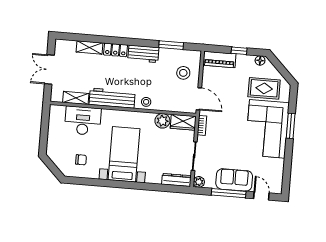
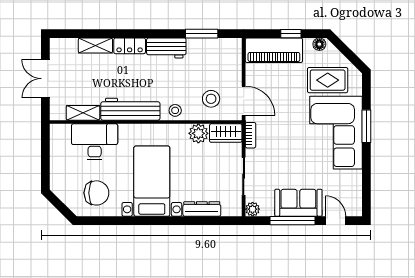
piano: (219, 59) -> (274, 50), width x1.37, depth x1.33
stool: (183, 73) -> (211, 99), moved
chair: (81, 160) -> (96, 193), width x1.87, depth x1.87
dresser: (176, 180) -> (202, 209), moved

